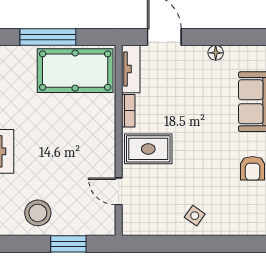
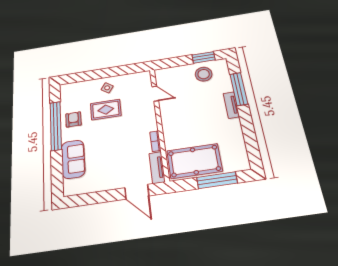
floor lamp: (216, 53) -> (101, 186), removed
rug: (148, 149) -> (106, 110), moved
window: (68, 244) -> (204, 57), moved

